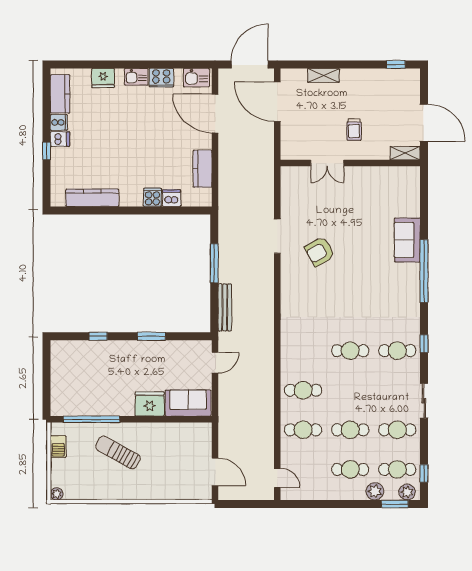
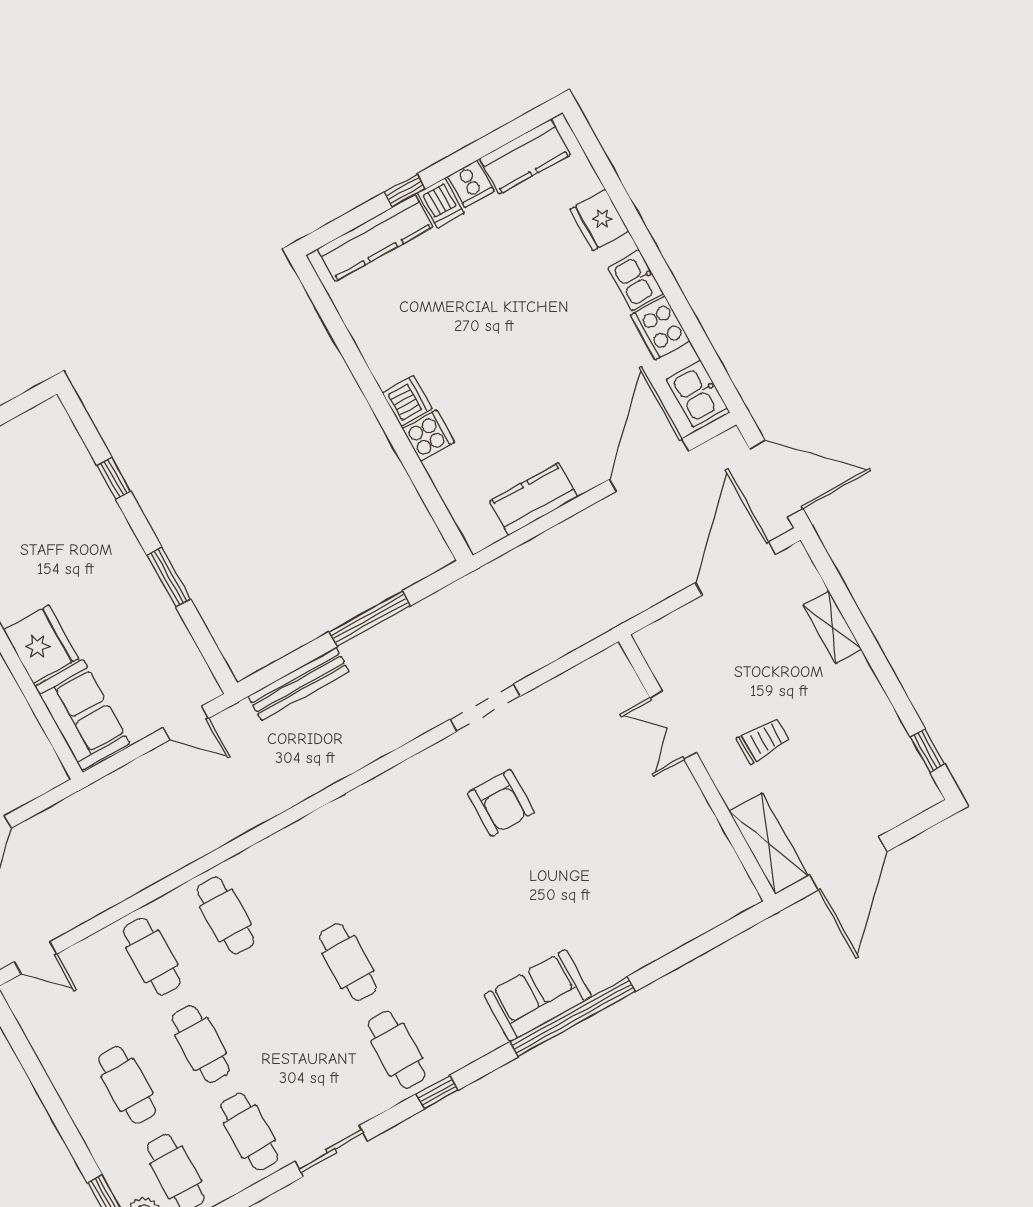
trolley: (354, 130) -> (763, 740), turned 180
shelving: (405, 153) -> (768, 844), width x1.50, depth x1.33
kitchen counter: (92, 198) -> (375, 238), moved, turned 90
dishwasher: (172, 198) -> (407, 401), moved
sofa: (407, 240) -> (538, 996), moved
armchair: (320, 251) -> (501, 803), turned -151
door: (277, 478) -> (36, 958), hinge flipped
plant: (375, 491) -> (112, 1154), removed

